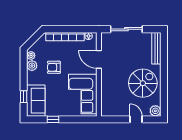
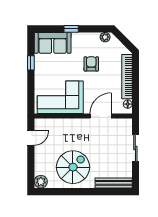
sliding door: (126, 29) -> (135, 148), width x0.73
plant: (32, 66) -> (93, 38), removed
spiral stairs: (143, 83) -> (73, 167), turned -90
window: (24, 97) -> (71, 29), moved
door: (136, 119) -> (31, 138), moved

